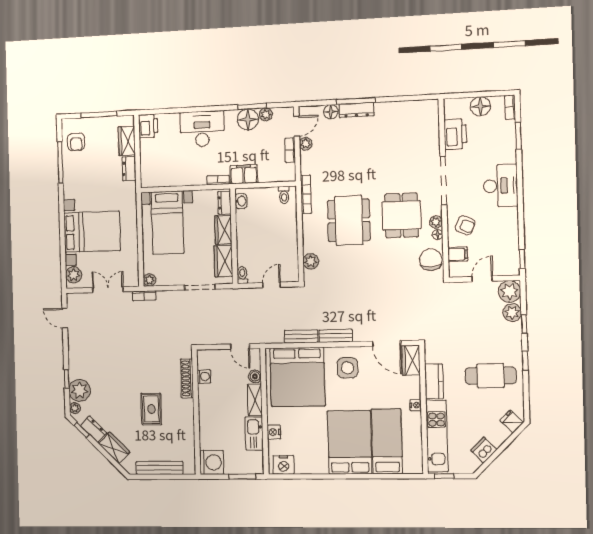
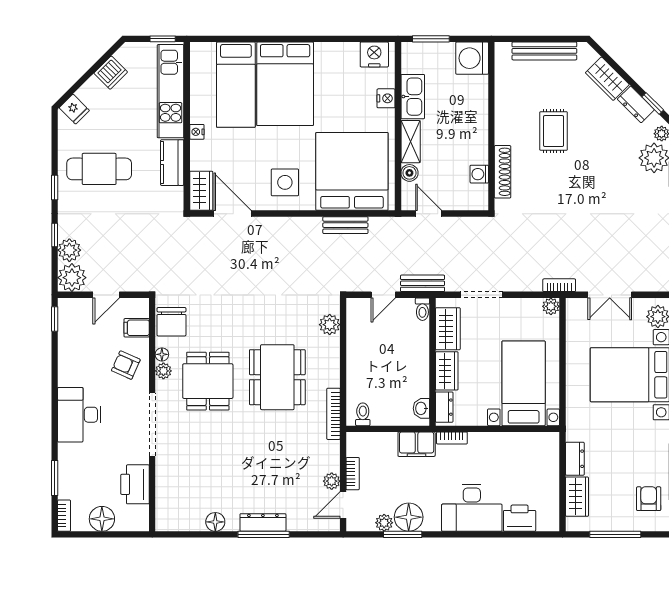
floor lamp: (331, 112) -> (215, 522), moved
printer: (148, 126) -> (520, 518), moved, turned 90
bench: (336, 336) -> (423, 283), moved

